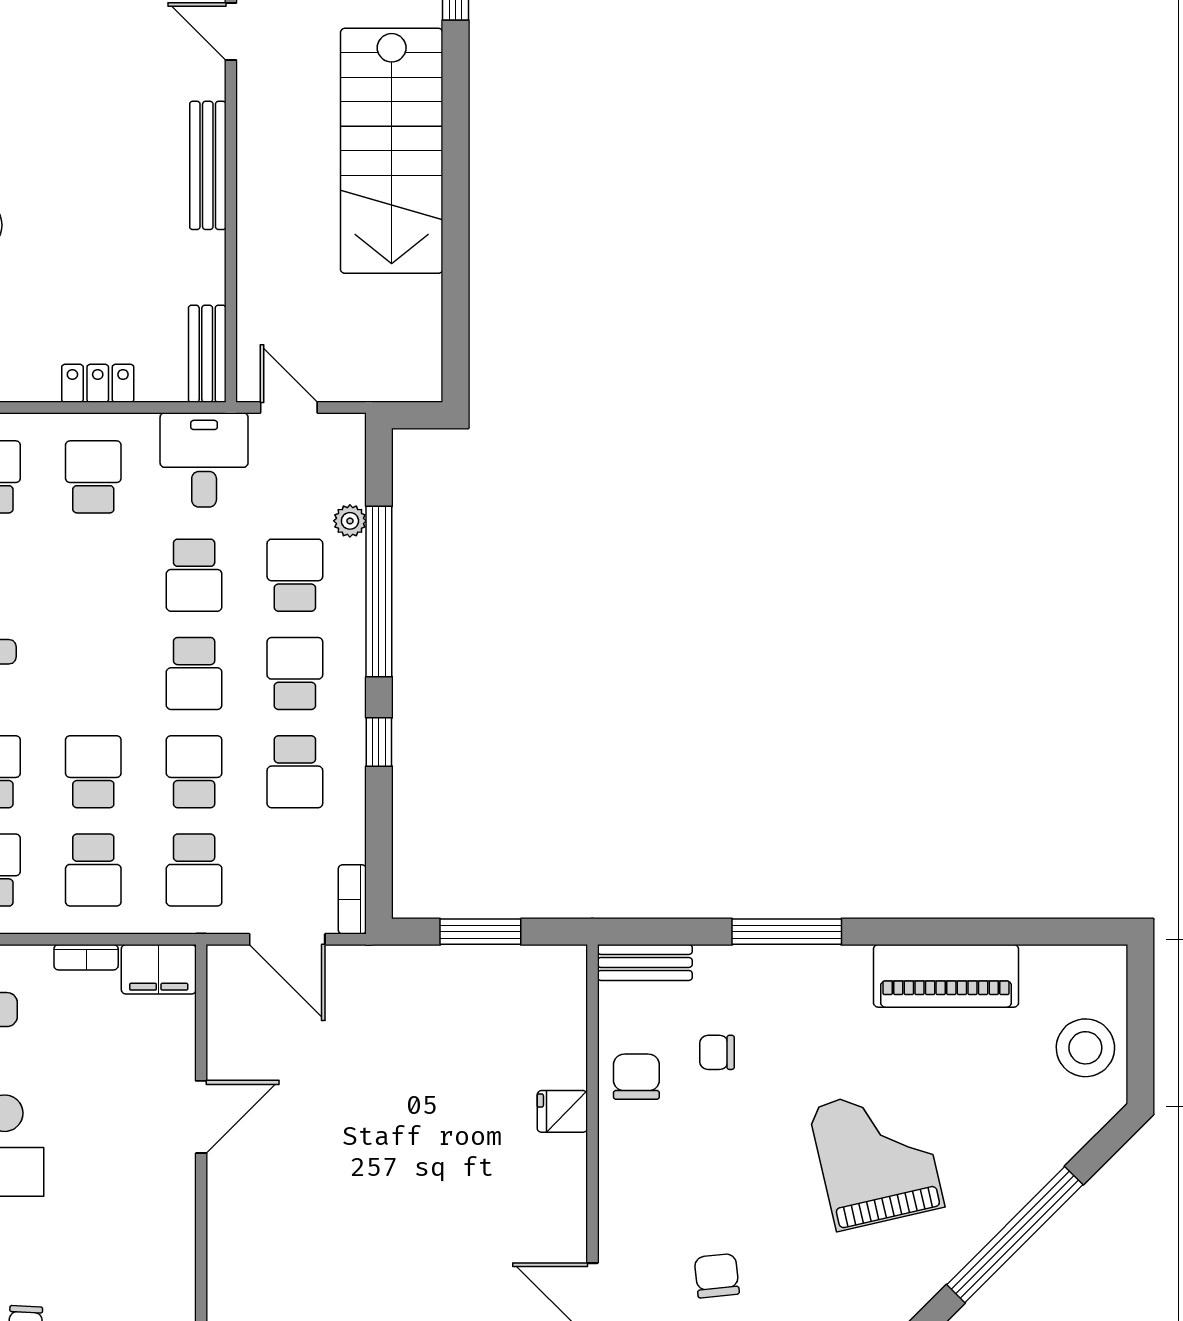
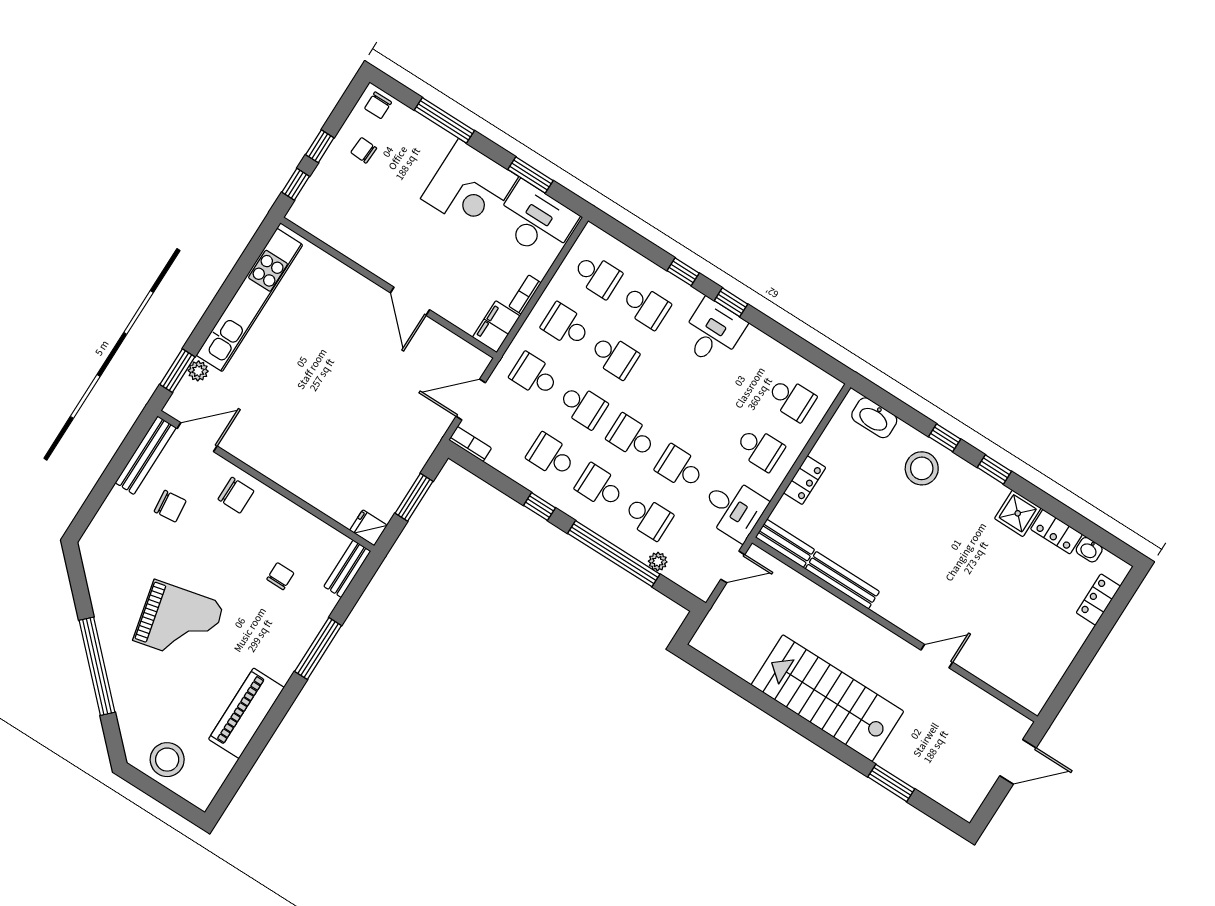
bench: (208, 165) -> (842, 580), moved
school desk: (295, 673) -> (600, 487), turned 180
chair: (636, 1077) -> (236, 495), moved
fridge: (562, 1111) -> (368, 528), moved, turned -90

